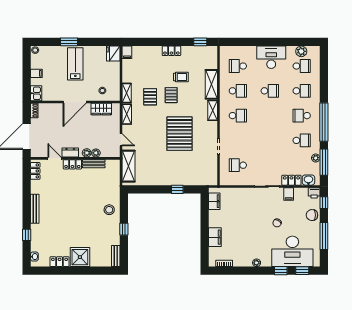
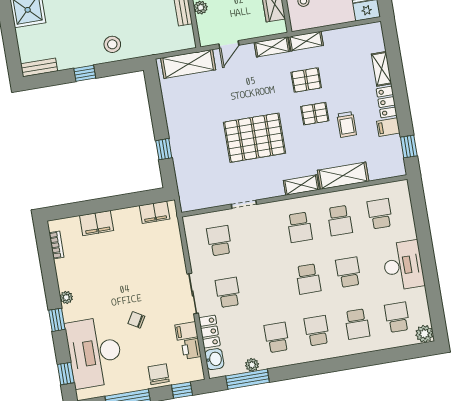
shelving: (151, 50) -> (382, 69), added
plant: (301, 51) -> (424, 334), moved
filing cabinet: (127, 52) -> (388, 127), moved
school desk: (302, 66) -> (397, 317), turned 180
school desk: (270, 91) -> (348, 272), turned 180
school desk: (270, 116) -> (308, 279), added
window: (324, 122) -> (312, 368), removed
school desk: (302, 140) -> (277, 337), turned 180
school desk: (270, 165) -> (228, 292), added
printer: (314, 193) -> (191, 349), moved
window: (281, 271) -> (57, 320), moved

